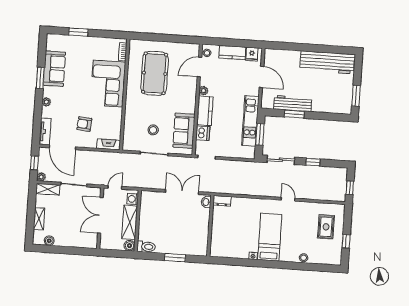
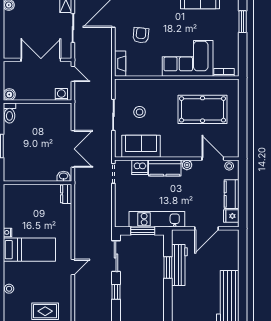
shelving: (130, 222) -> (35, 93), removed

